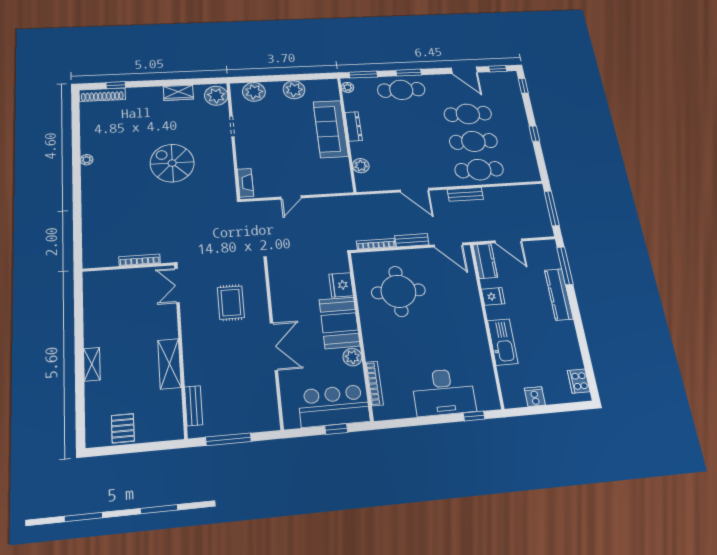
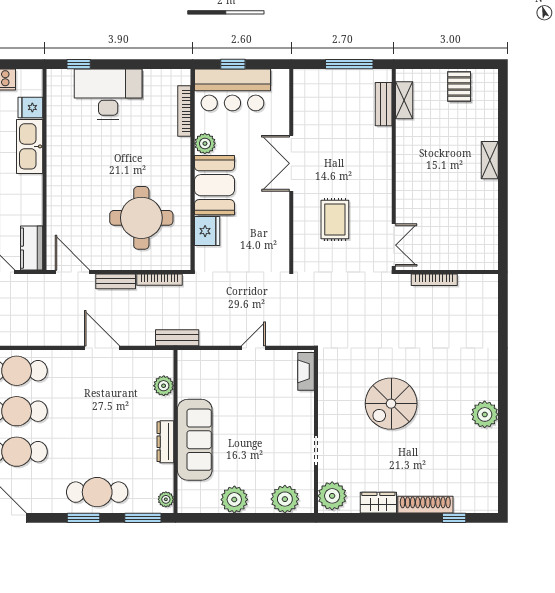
shoe rack: (102, 95) -> (425, 505), moved
plant: (87, 160) -> (485, 414), width x1.88, depth x1.88
spiral stairs: (172, 163) -> (391, 404), turned 90
bench: (465, 194) -> (177, 338), moved
fridge: (493, 296) -> (30, 108), moved
shelving: (169, 364) -> (404, 100), moved, width x0.67, depth x0.75

